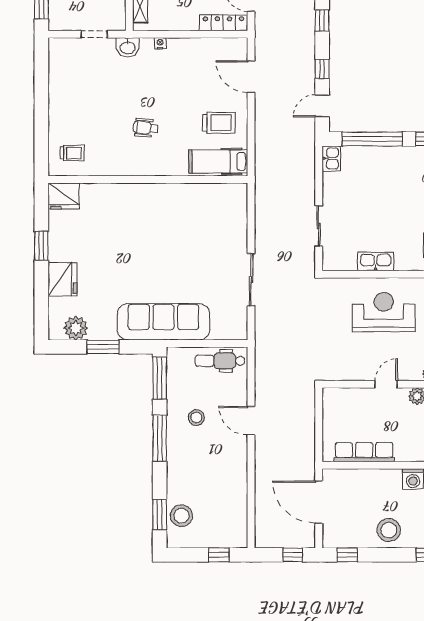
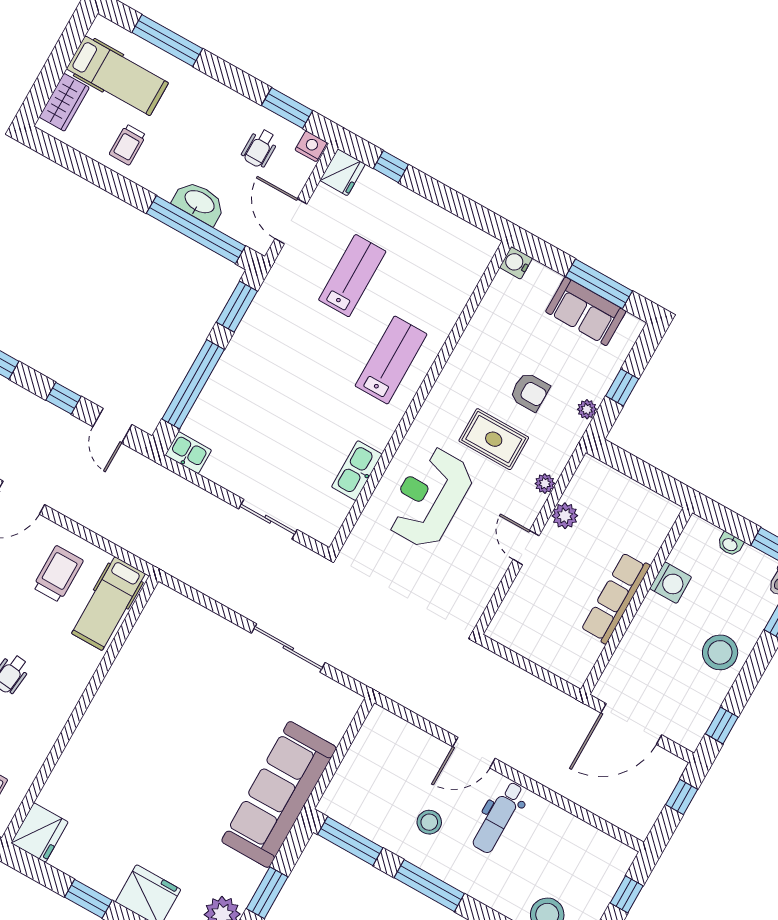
dental chair: (220, 361) -> (498, 817), moved
row of seats: (364, 452) -> (616, 598), moved

